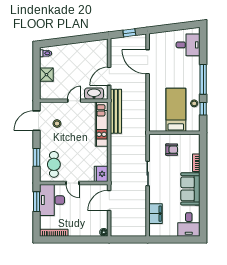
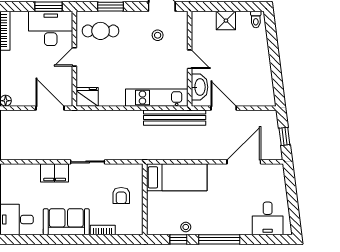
bed: (176, 110) -> (177, 177), moved
filing cabinet: (156, 214) -> (55, 173), moved

